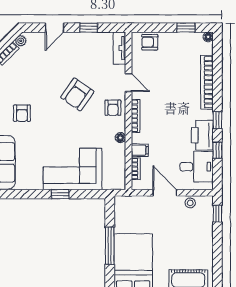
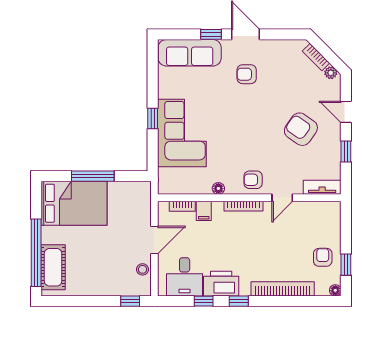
armchair: (150, 42) -> (323, 257), moved
armchair: (77, 94) -> (301, 129), moved

